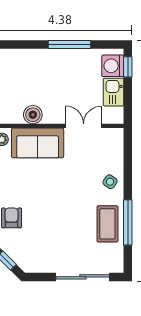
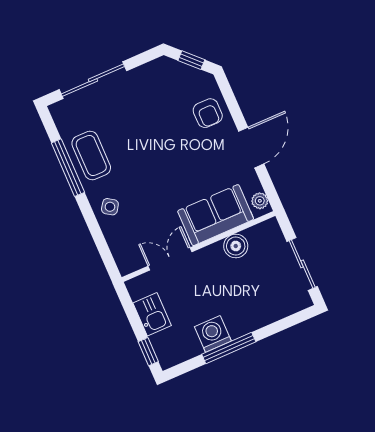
washing machine: (113, 66) -> (213, 334), moved, turned -90
double door: (84, 126) -> (170, 259), swing flipped

